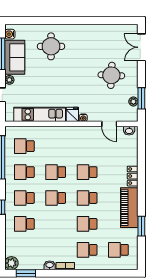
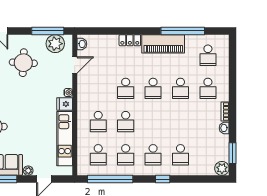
window: (141, 98) -> (48, 31), width x1.44
plant: (133, 102) -> (55, 44), width x1.87, depth x1.87
school desk: (56, 198) -> (98, 122), moved
window: (141, 226) -> (183, 31), width x2.11

